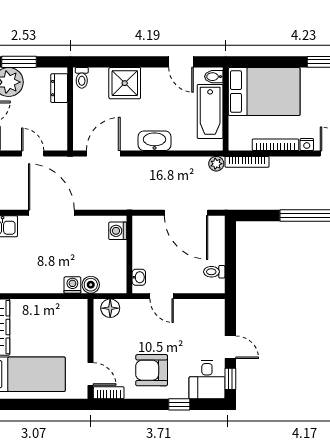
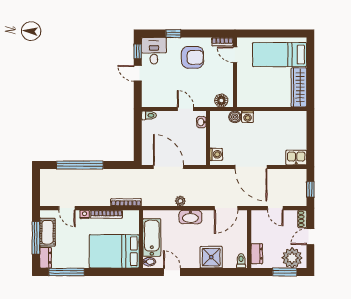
plant: (216, 164) -> (180, 201), moved
door: (51, 213) -> (251, 167), moved
toilet: (214, 272) -> (149, 115), moved

